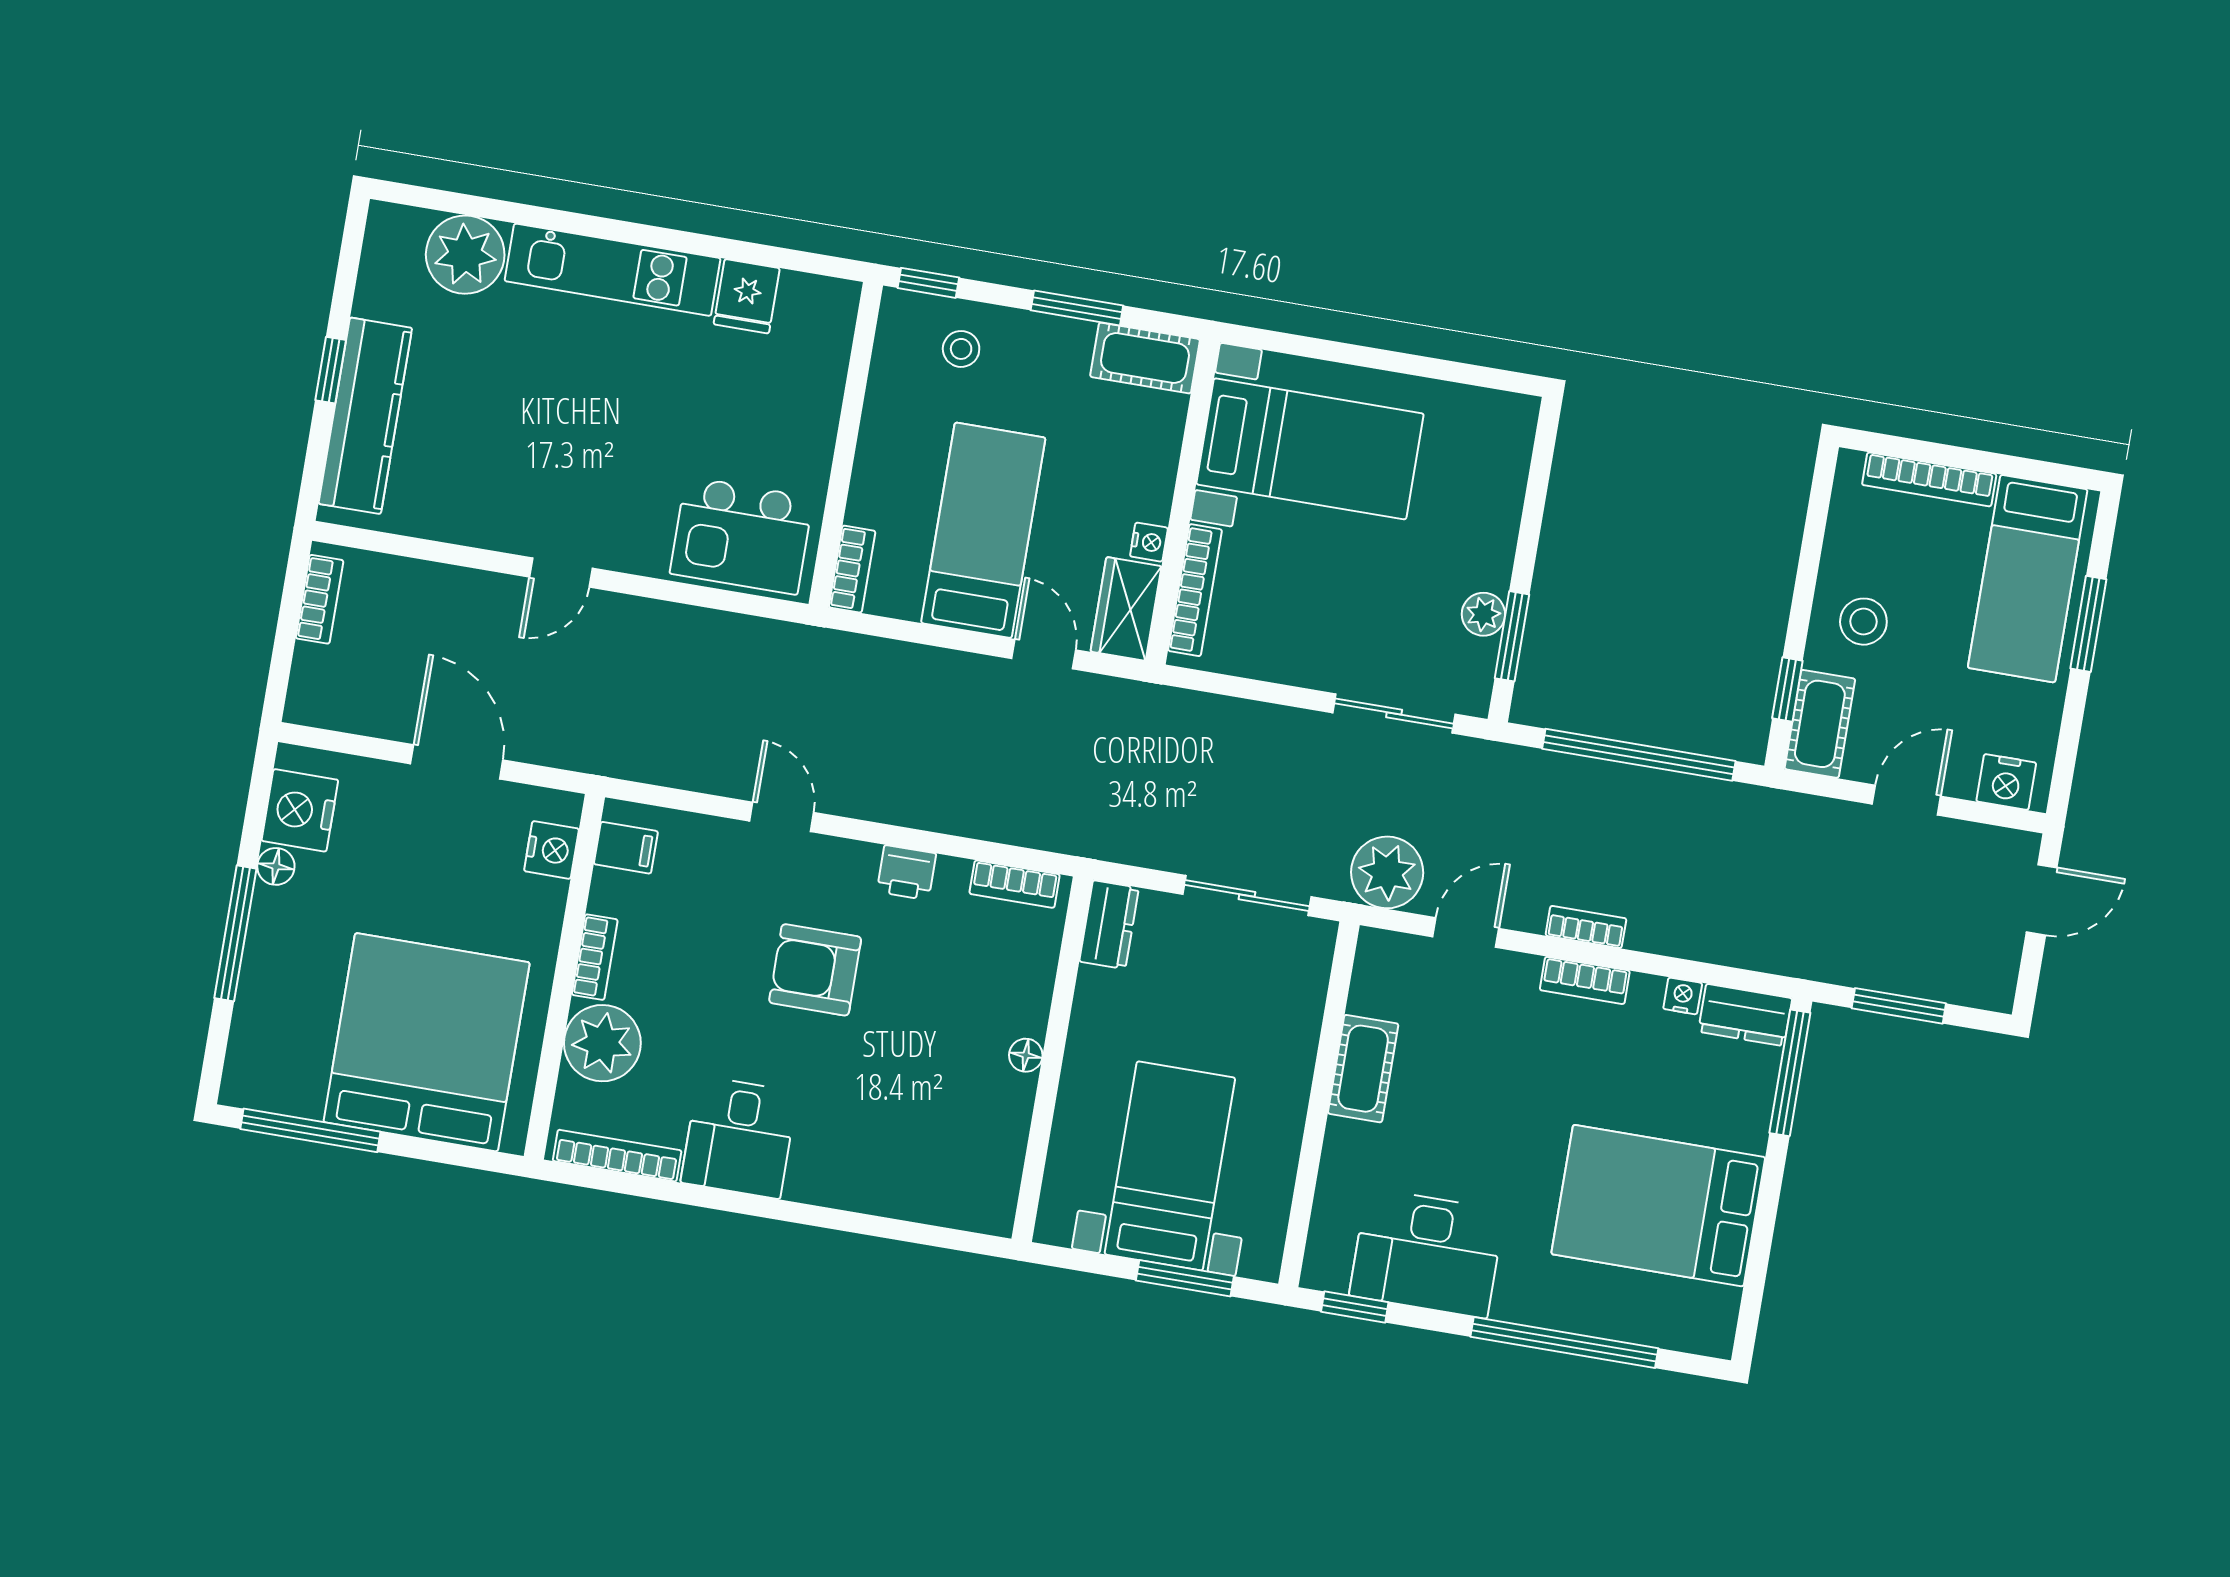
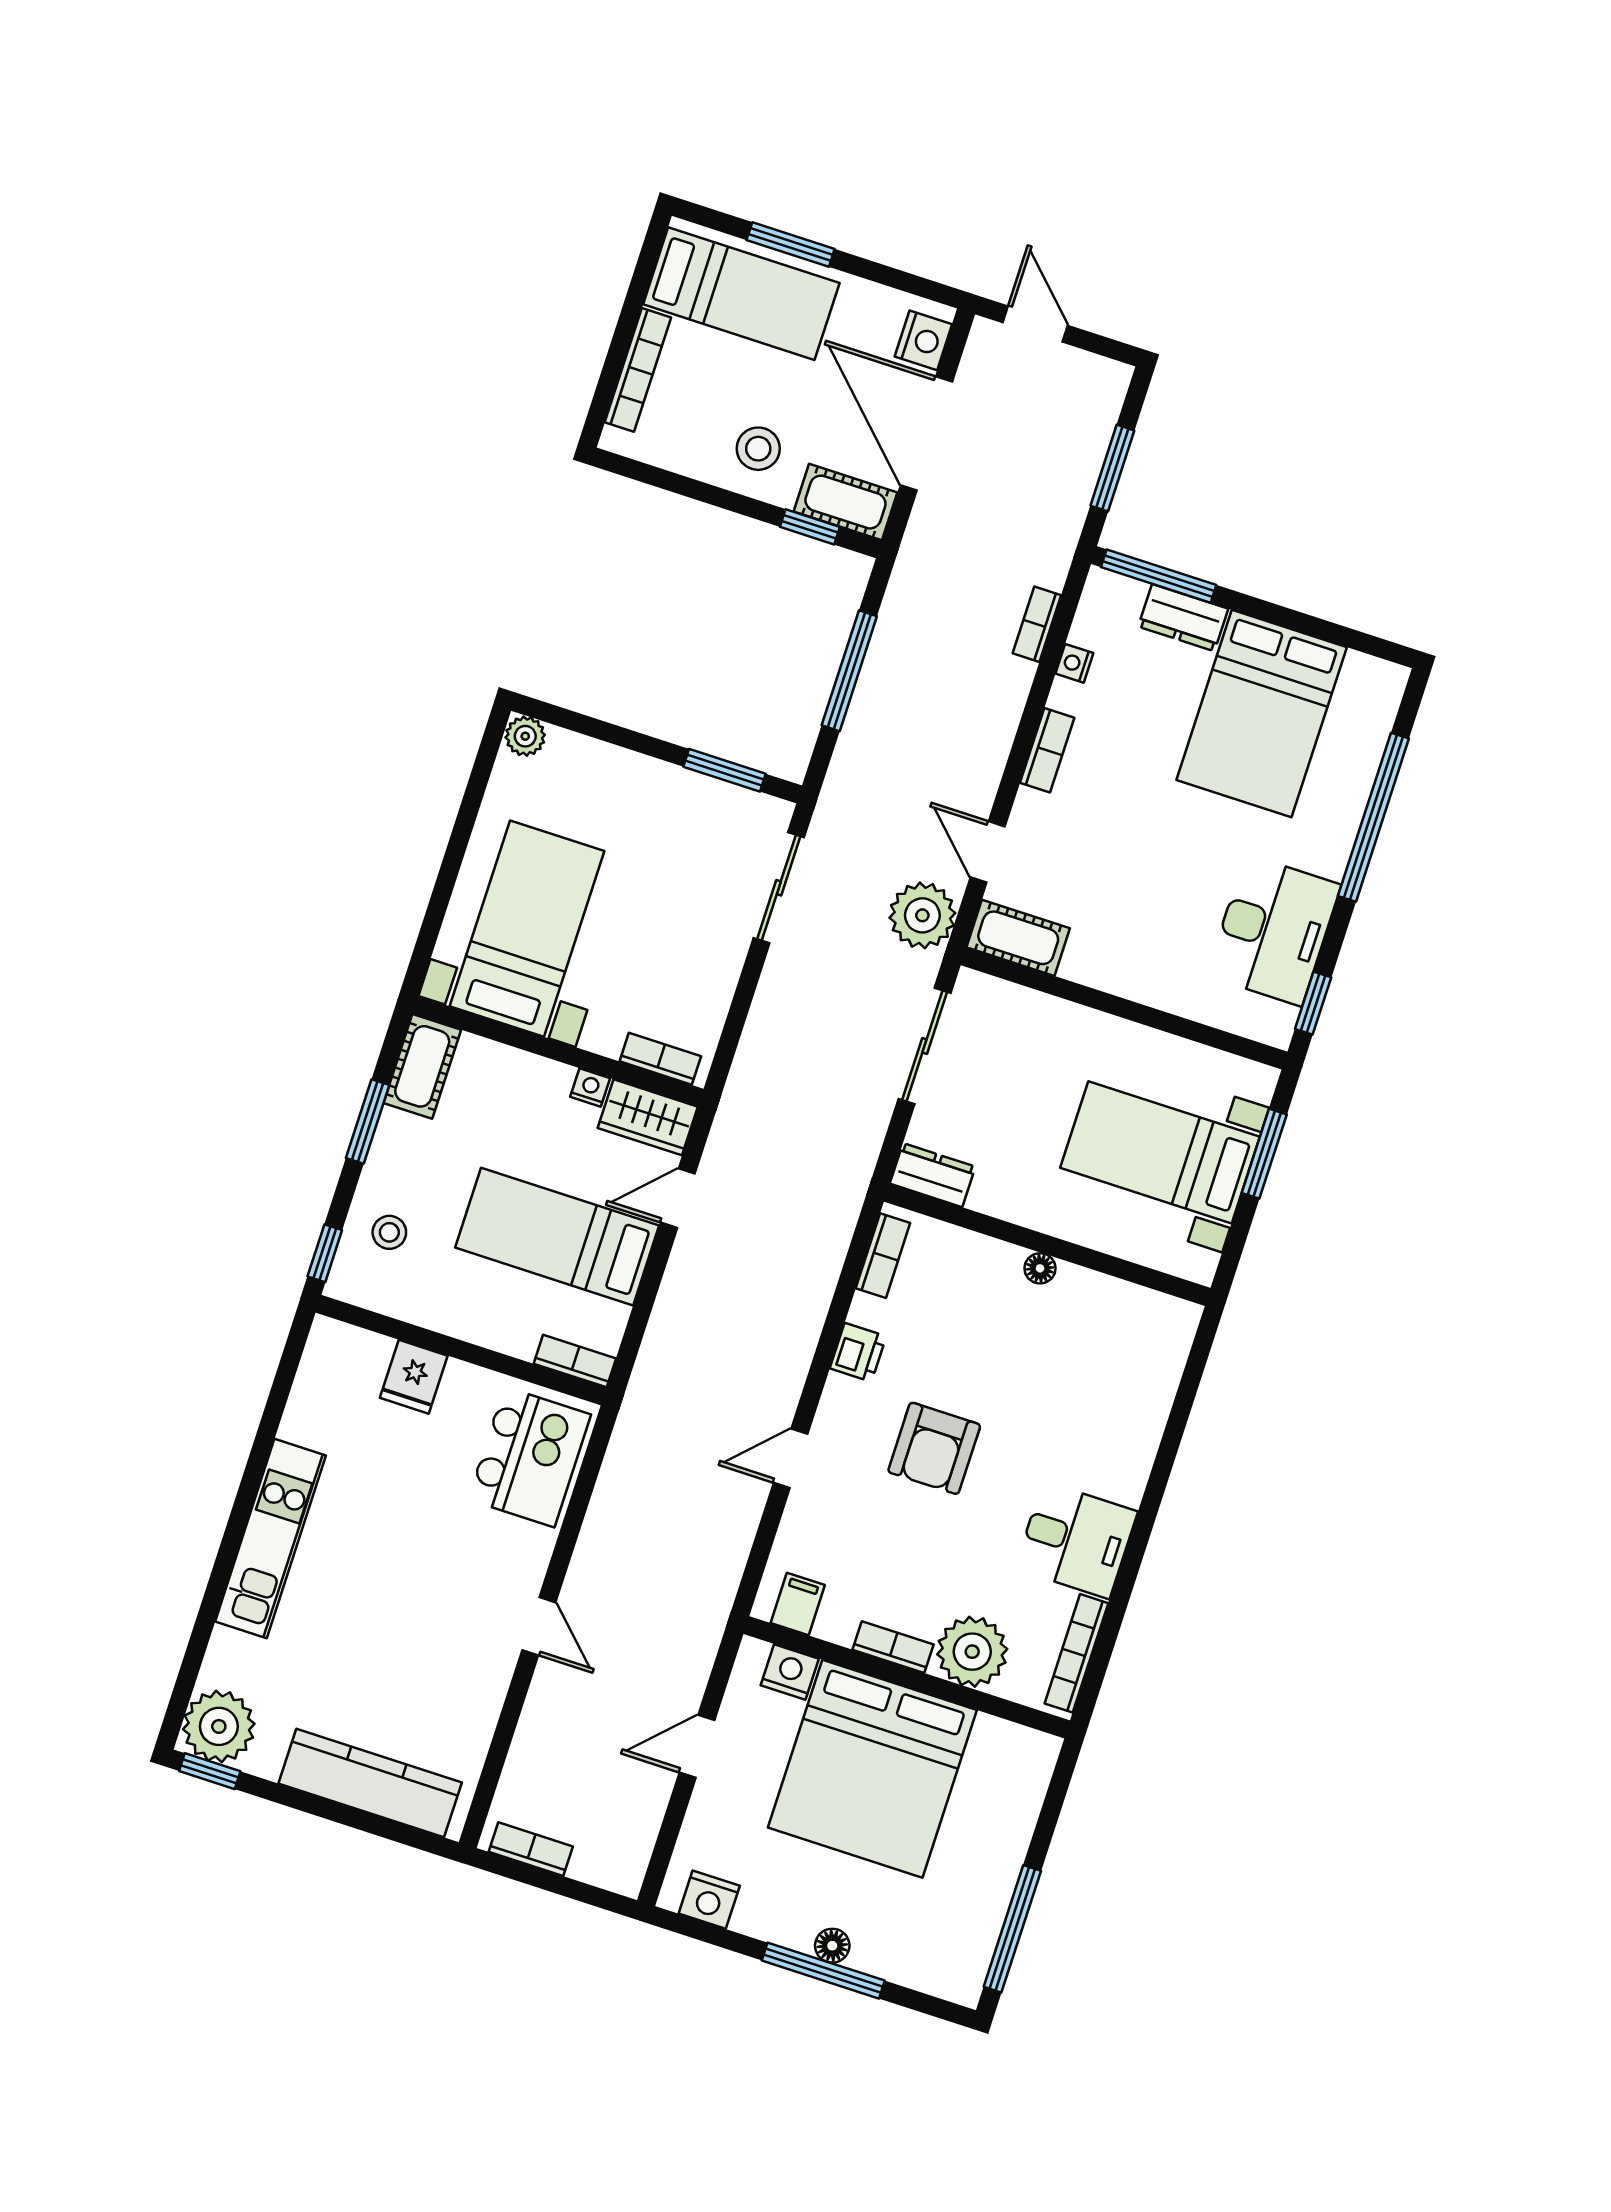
plant: (465, 255) -> (219, 1726), moved
fridge: (747, 296) -> (414, 1377), moved, turned 90
window: (331, 370) -> (210, 1771), moved
bookcase: (1195, 590) -> (660, 1059), width x0.64
plant: (1483, 614) -> (525, 736), moved
window: (1639, 755) -> (849, 671), width x0.68
door: (457, 762) -> (697, 1746), width x0.73
door: (1906, 800) -> (926, 434), width x1.88
nightstand: (300, 810) -> (709, 1900), width x0.74, depth x0.75
floor lamp: (276, 866) -> (832, 1946), moved
bookcase: (1586, 927) -> (1037, 624), moved
dresser: (1745, 1015) -> (1183, 618), moved, turned 90
bed: (427, 1042) -> (872, 1769), moved, turned -90
cot: (1363, 1069) -> (1018, 938), moved

